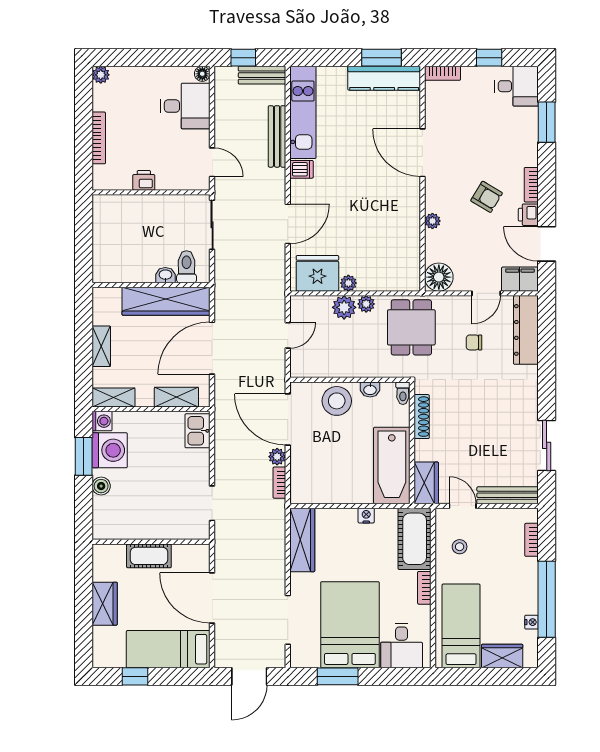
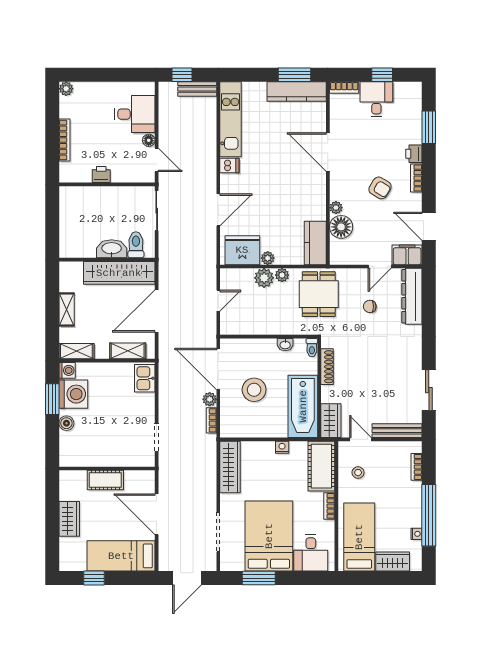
floor lamp: (202, 74) -> (149, 140), moved
desk: (517, 86) -> (376, 99), moved, turned -90
bench: (277, 136) -> (210, 139), removed
printer: (528, 215) -> (414, 154), moved
kitchen counter: (407, 264) -> (315, 243), added
washbasin: (165, 275) -> (112, 249), width x1.91, depth x1.45
floor lamp: (439, 277) -> (341, 227), moved
stool: (337, 401) -> (254, 390), moved

